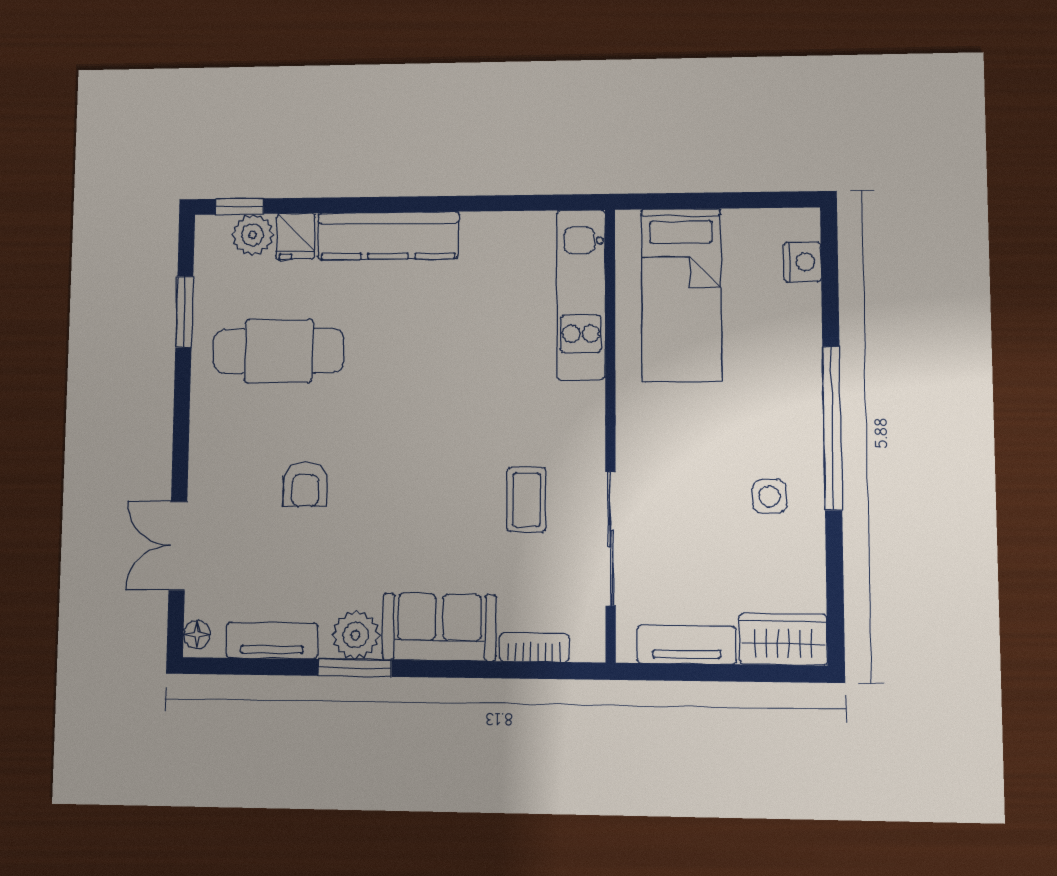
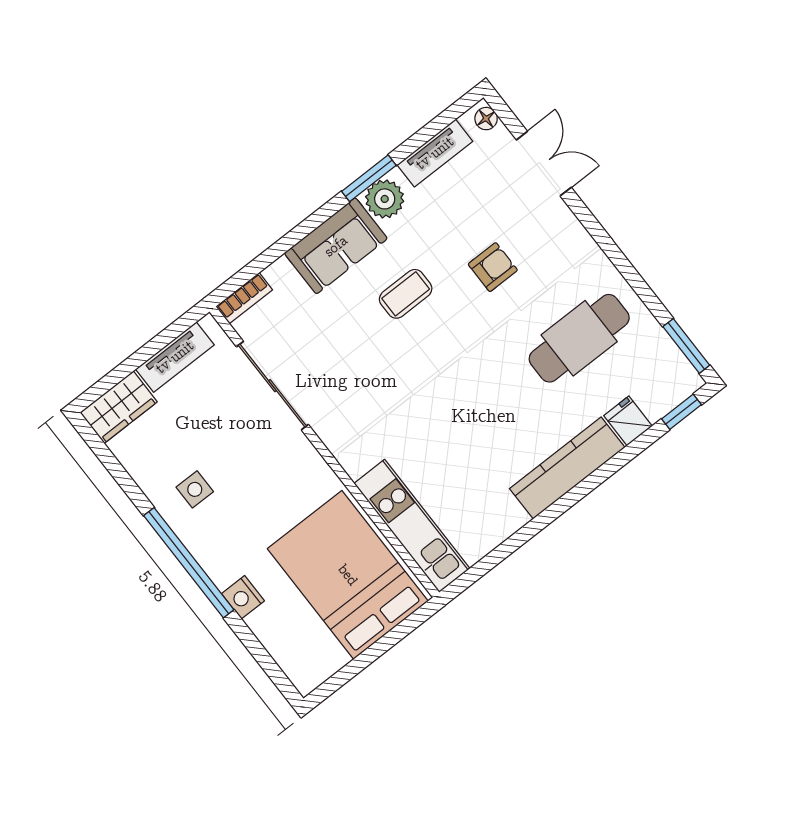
plant: (253, 235) -> (658, 400), removed
nightstand: (802, 262) -> (243, 597), moved
bed: (681, 295) -> (348, 575), width x1.50
window: (184, 312) -> (686, 346), moved
armchair: (305, 484) -> (493, 267), turned 90
coffee table: (526, 500) -> (406, 294), moved, turned 90
bookcase: (534, 648) -> (244, 298), moved

